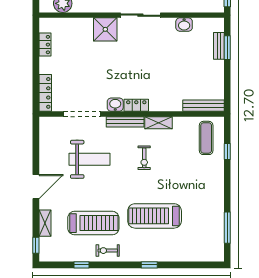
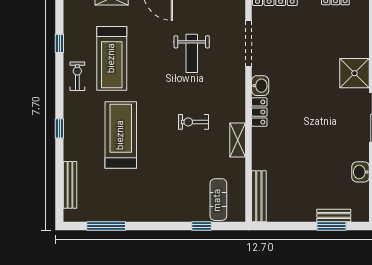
bench: (125, 122) -> (70, 185), moved
exercise mat: (206, 138) -> (218, 200), turned 90
weight bench: (89, 159) -> (192, 53), width x0.73, depth x0.75

